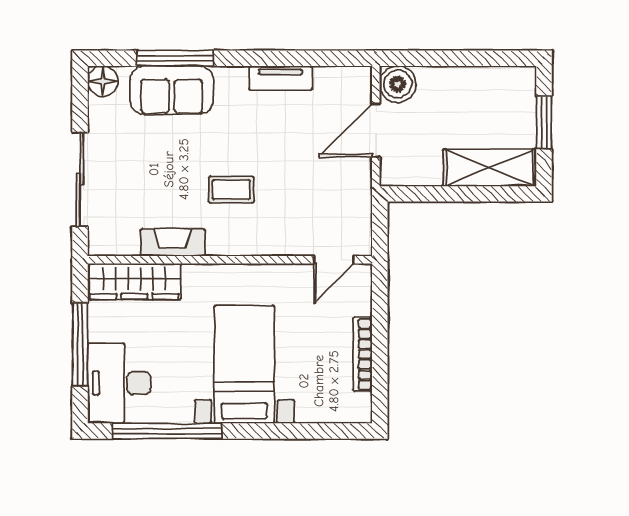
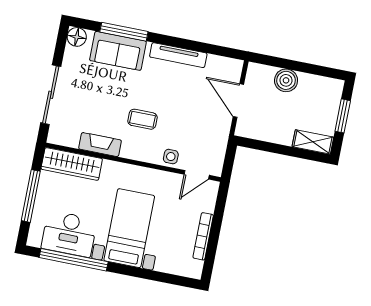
tv unit: (280, 78) -> (178, 55), width x1.41
boiler: (398, 84) -> (286, 80), moved
door: (376, 130) -> (238, 100), hinge flipped
shelving: (490, 168) -> (313, 142), width x0.67, depth x0.75
side table: (287, 239) -> (171, 157), added
desk: (119, 383) -> (69, 234), moved, turned -90

